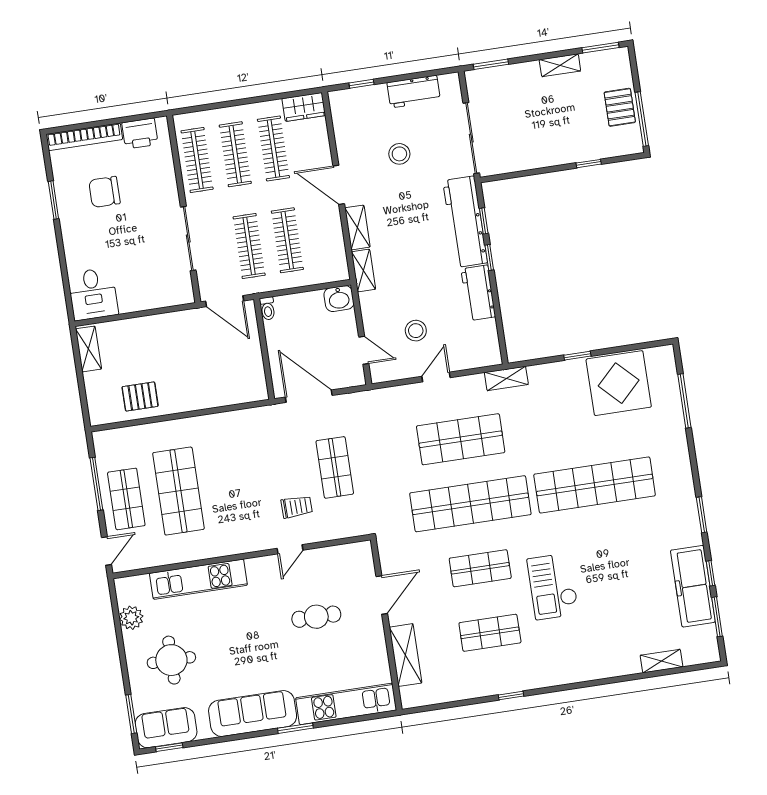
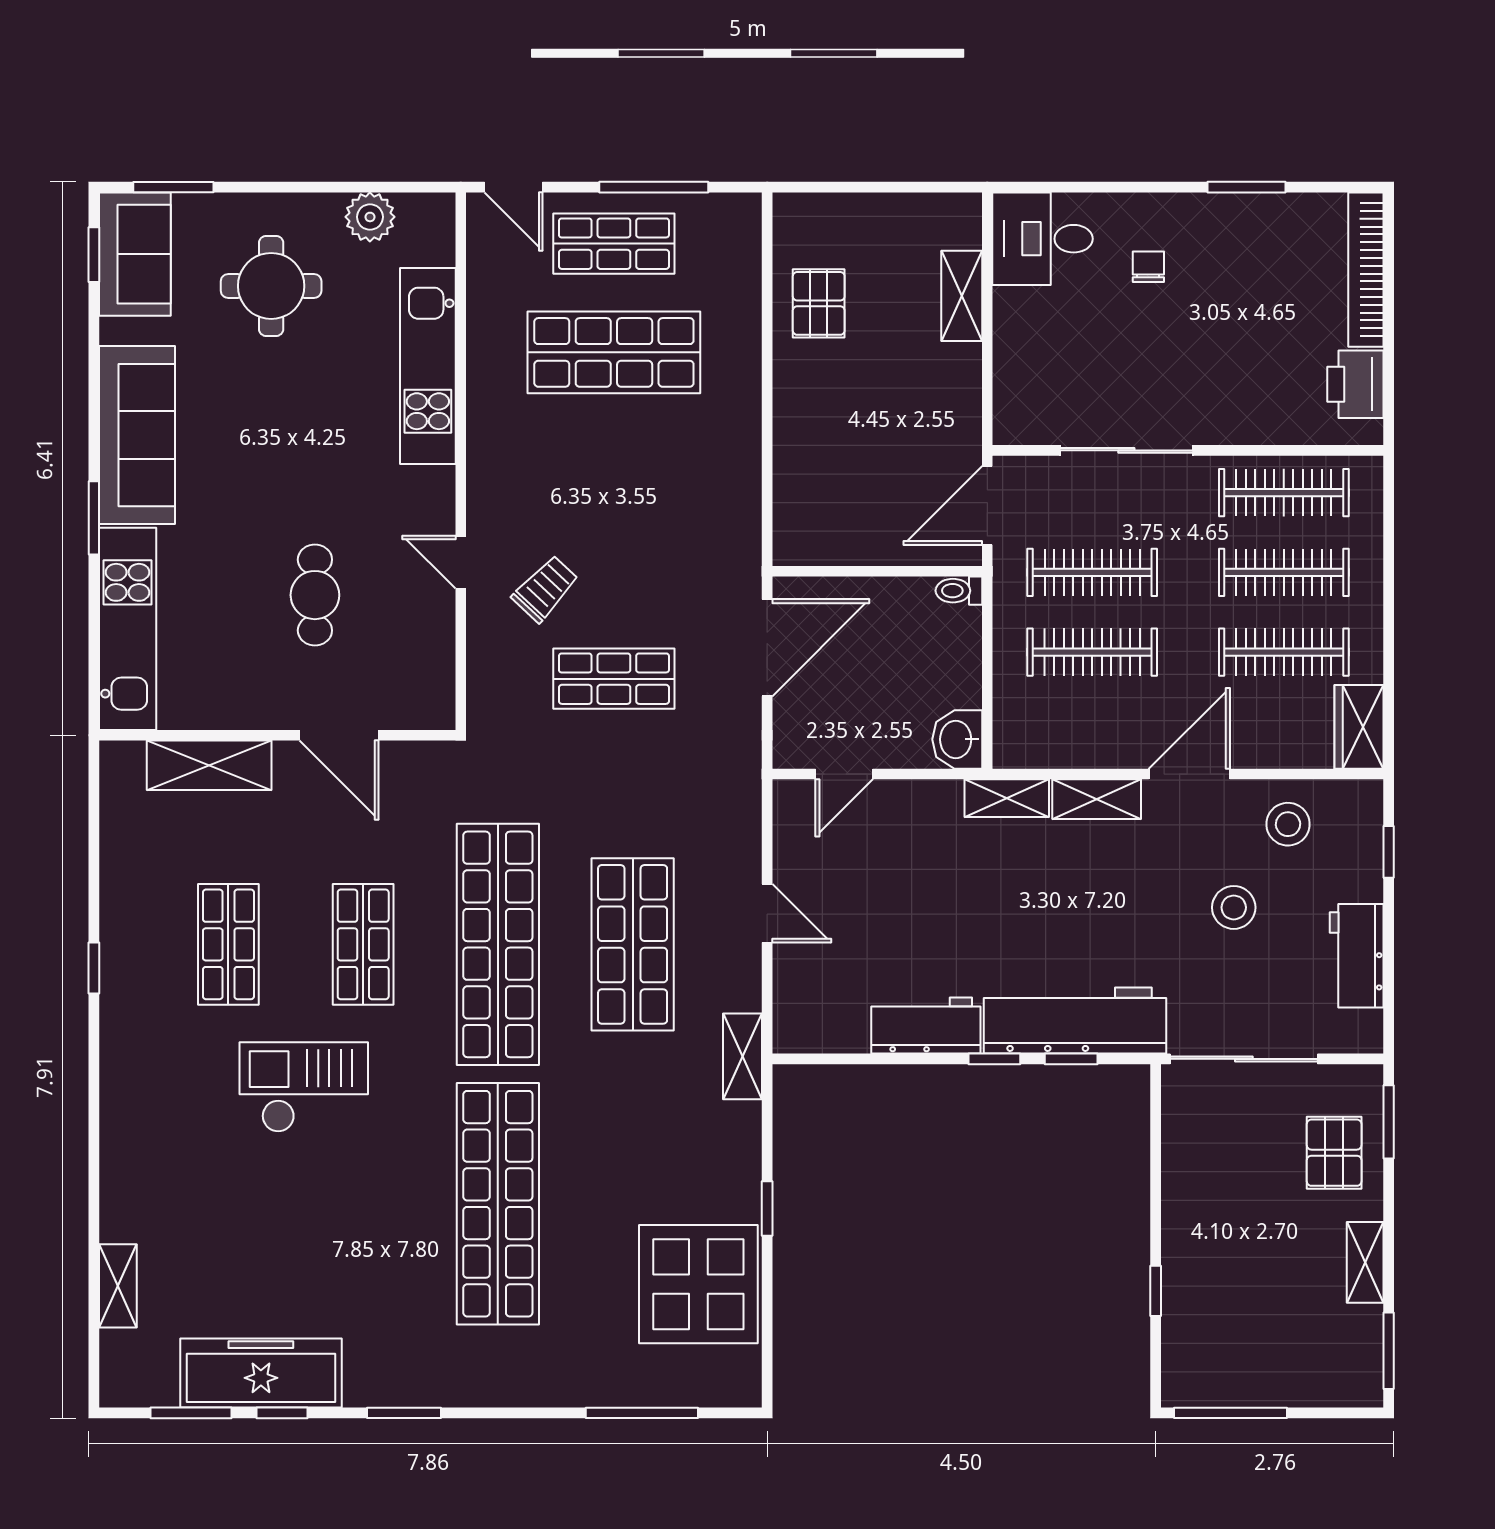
pallet: (620, 107) -> (1334, 1153), moved, turned 90
chair: (105, 192) -> (1148, 267), moved, width x0.54, depth x0.54
stool: (416, 331) -> (1288, 824), moved
shelving: (88, 349) -> (962, 296), moved, turned 90
trolley: (297, 507) -> (545, 589), turned -136

